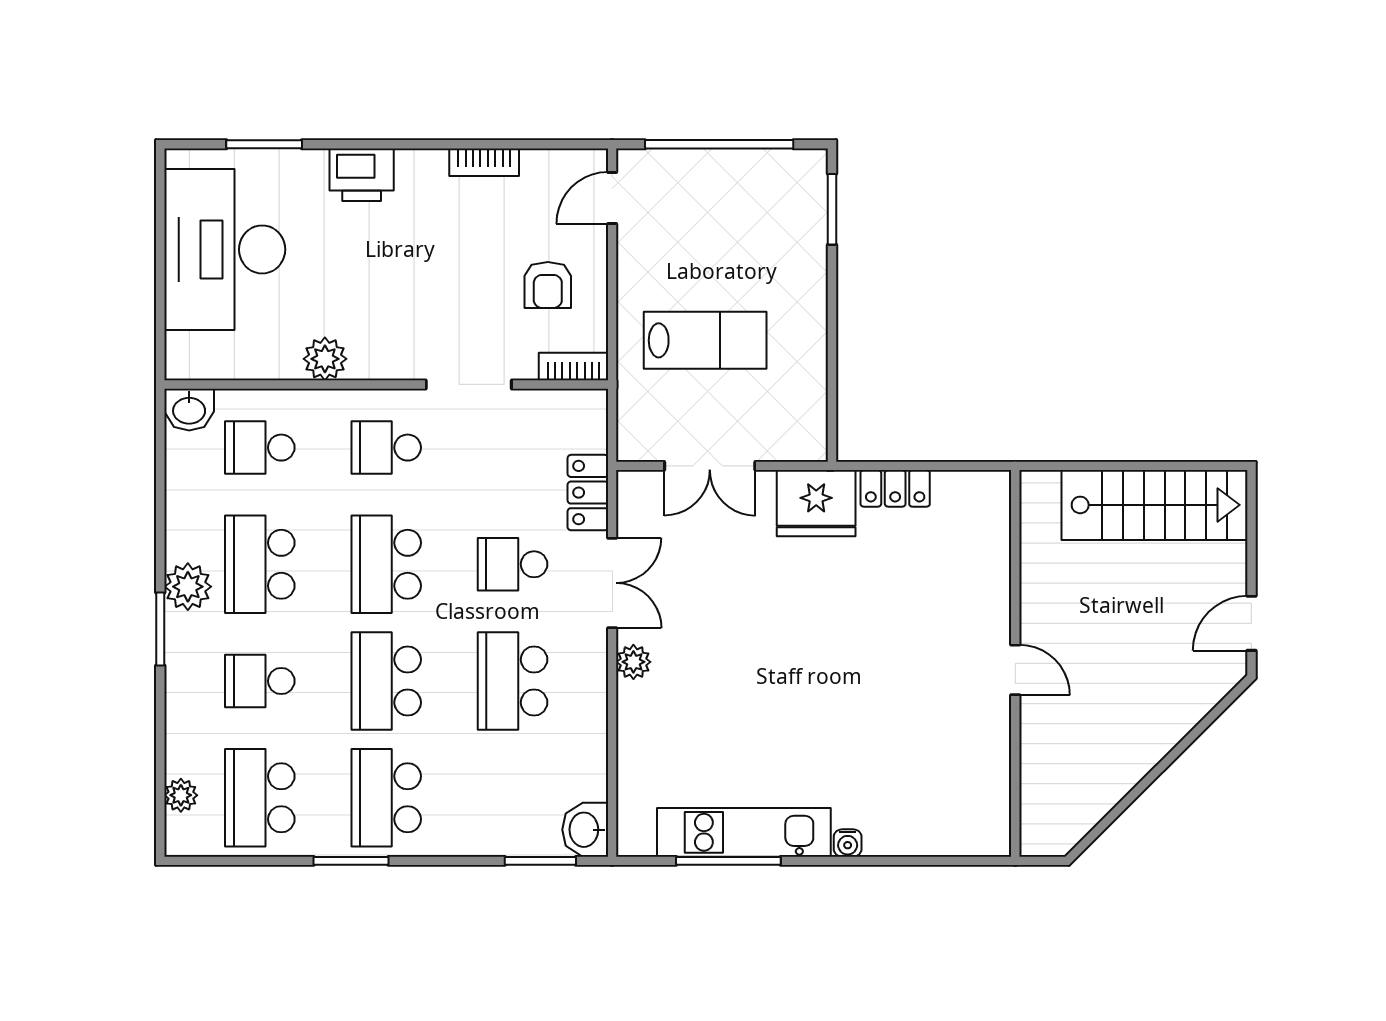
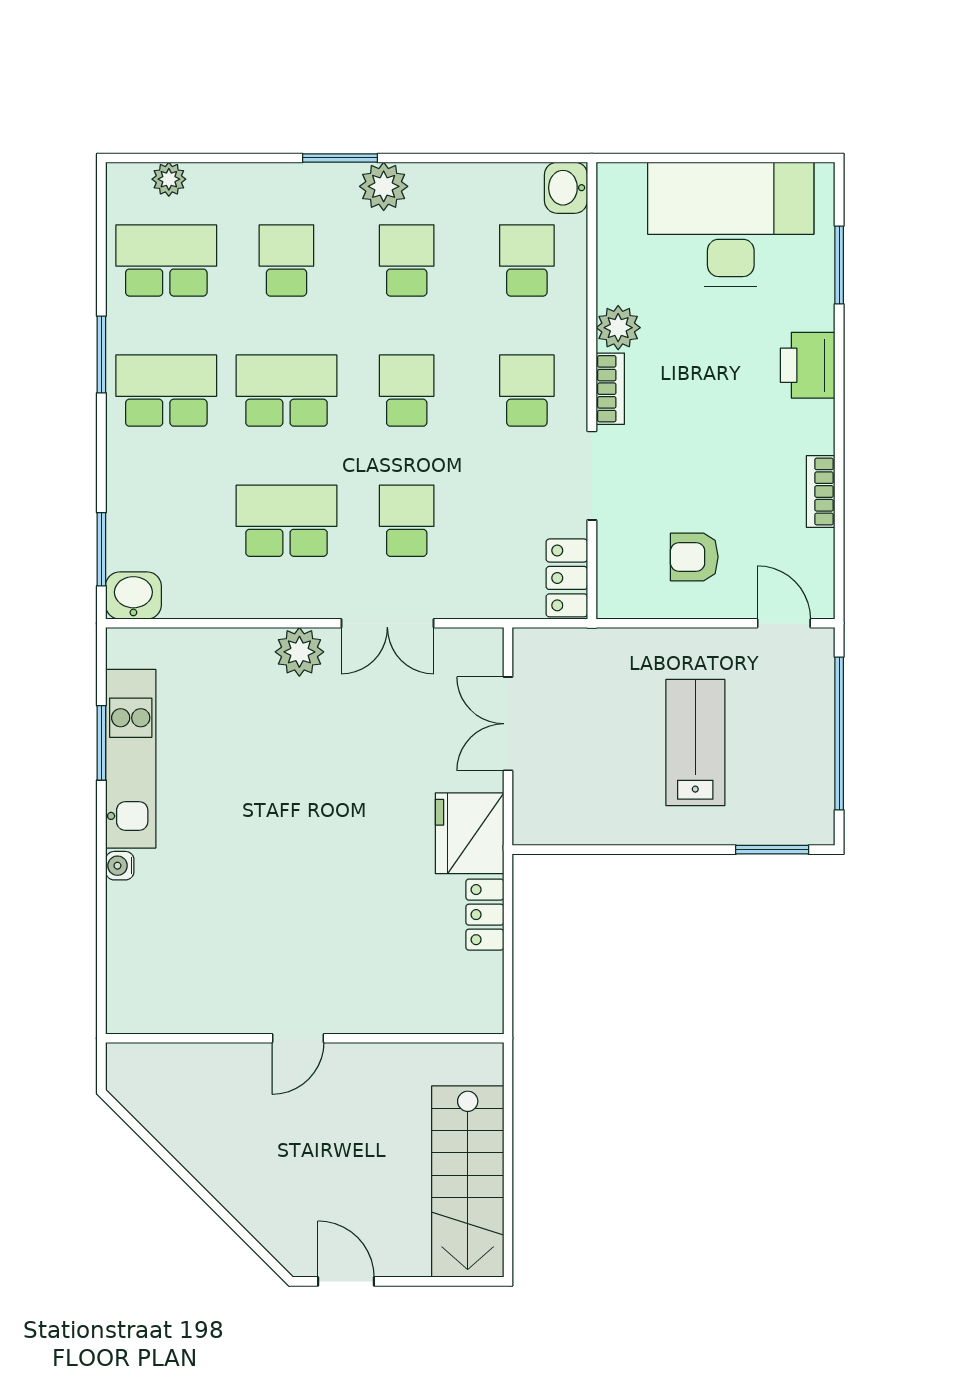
lab bench: (705, 340) -> (695, 742), moved, turned 180
bookcase: (574, 367) -> (610, 389), moved
locker: (588, 493) -> (567, 578), moved, turned -90
school desk: (260, 564) -> (407, 260), width x0.54
school desk: (386, 564) -> (407, 391), width x0.54
plant: (633, 662) -> (299, 652), width x1.38, depth x1.38
window: (728, 861) -> (101, 743), width x0.69

